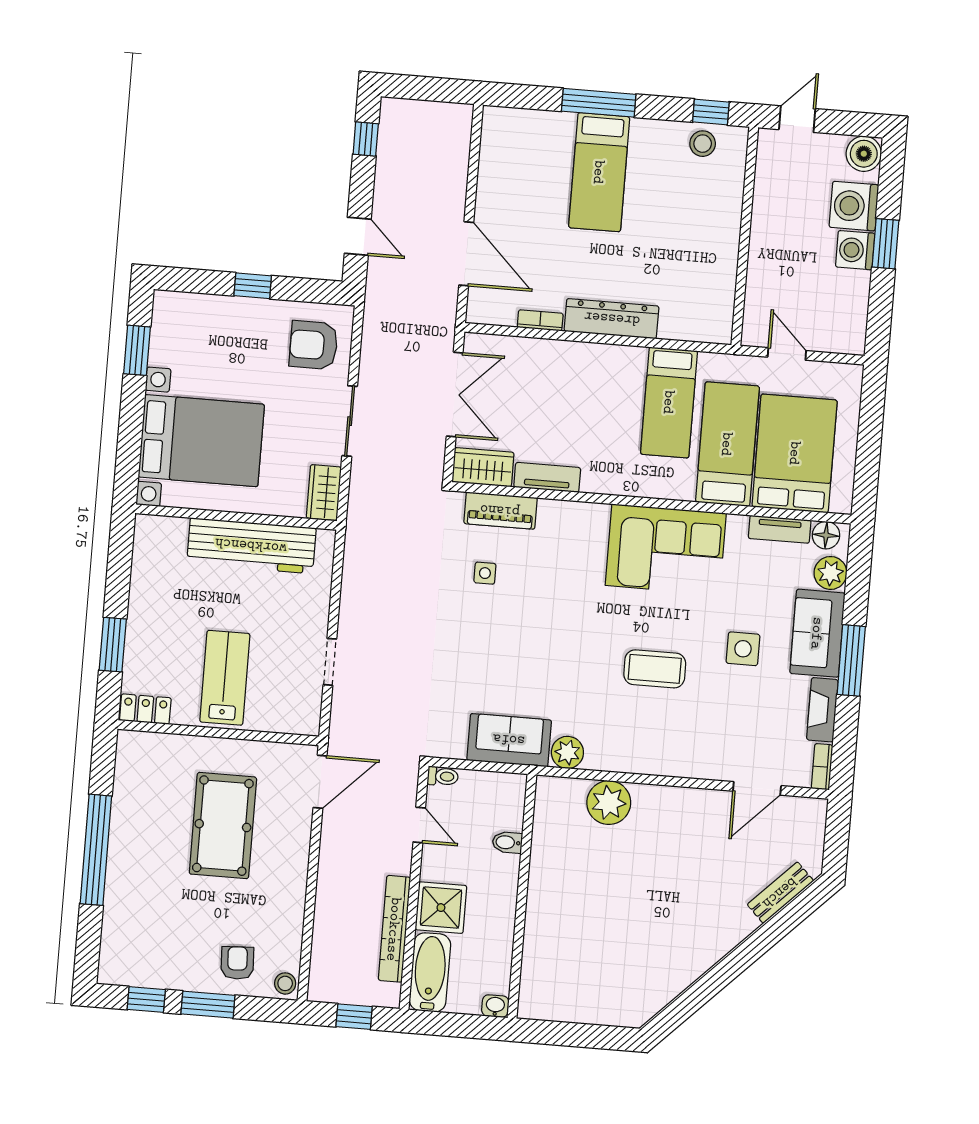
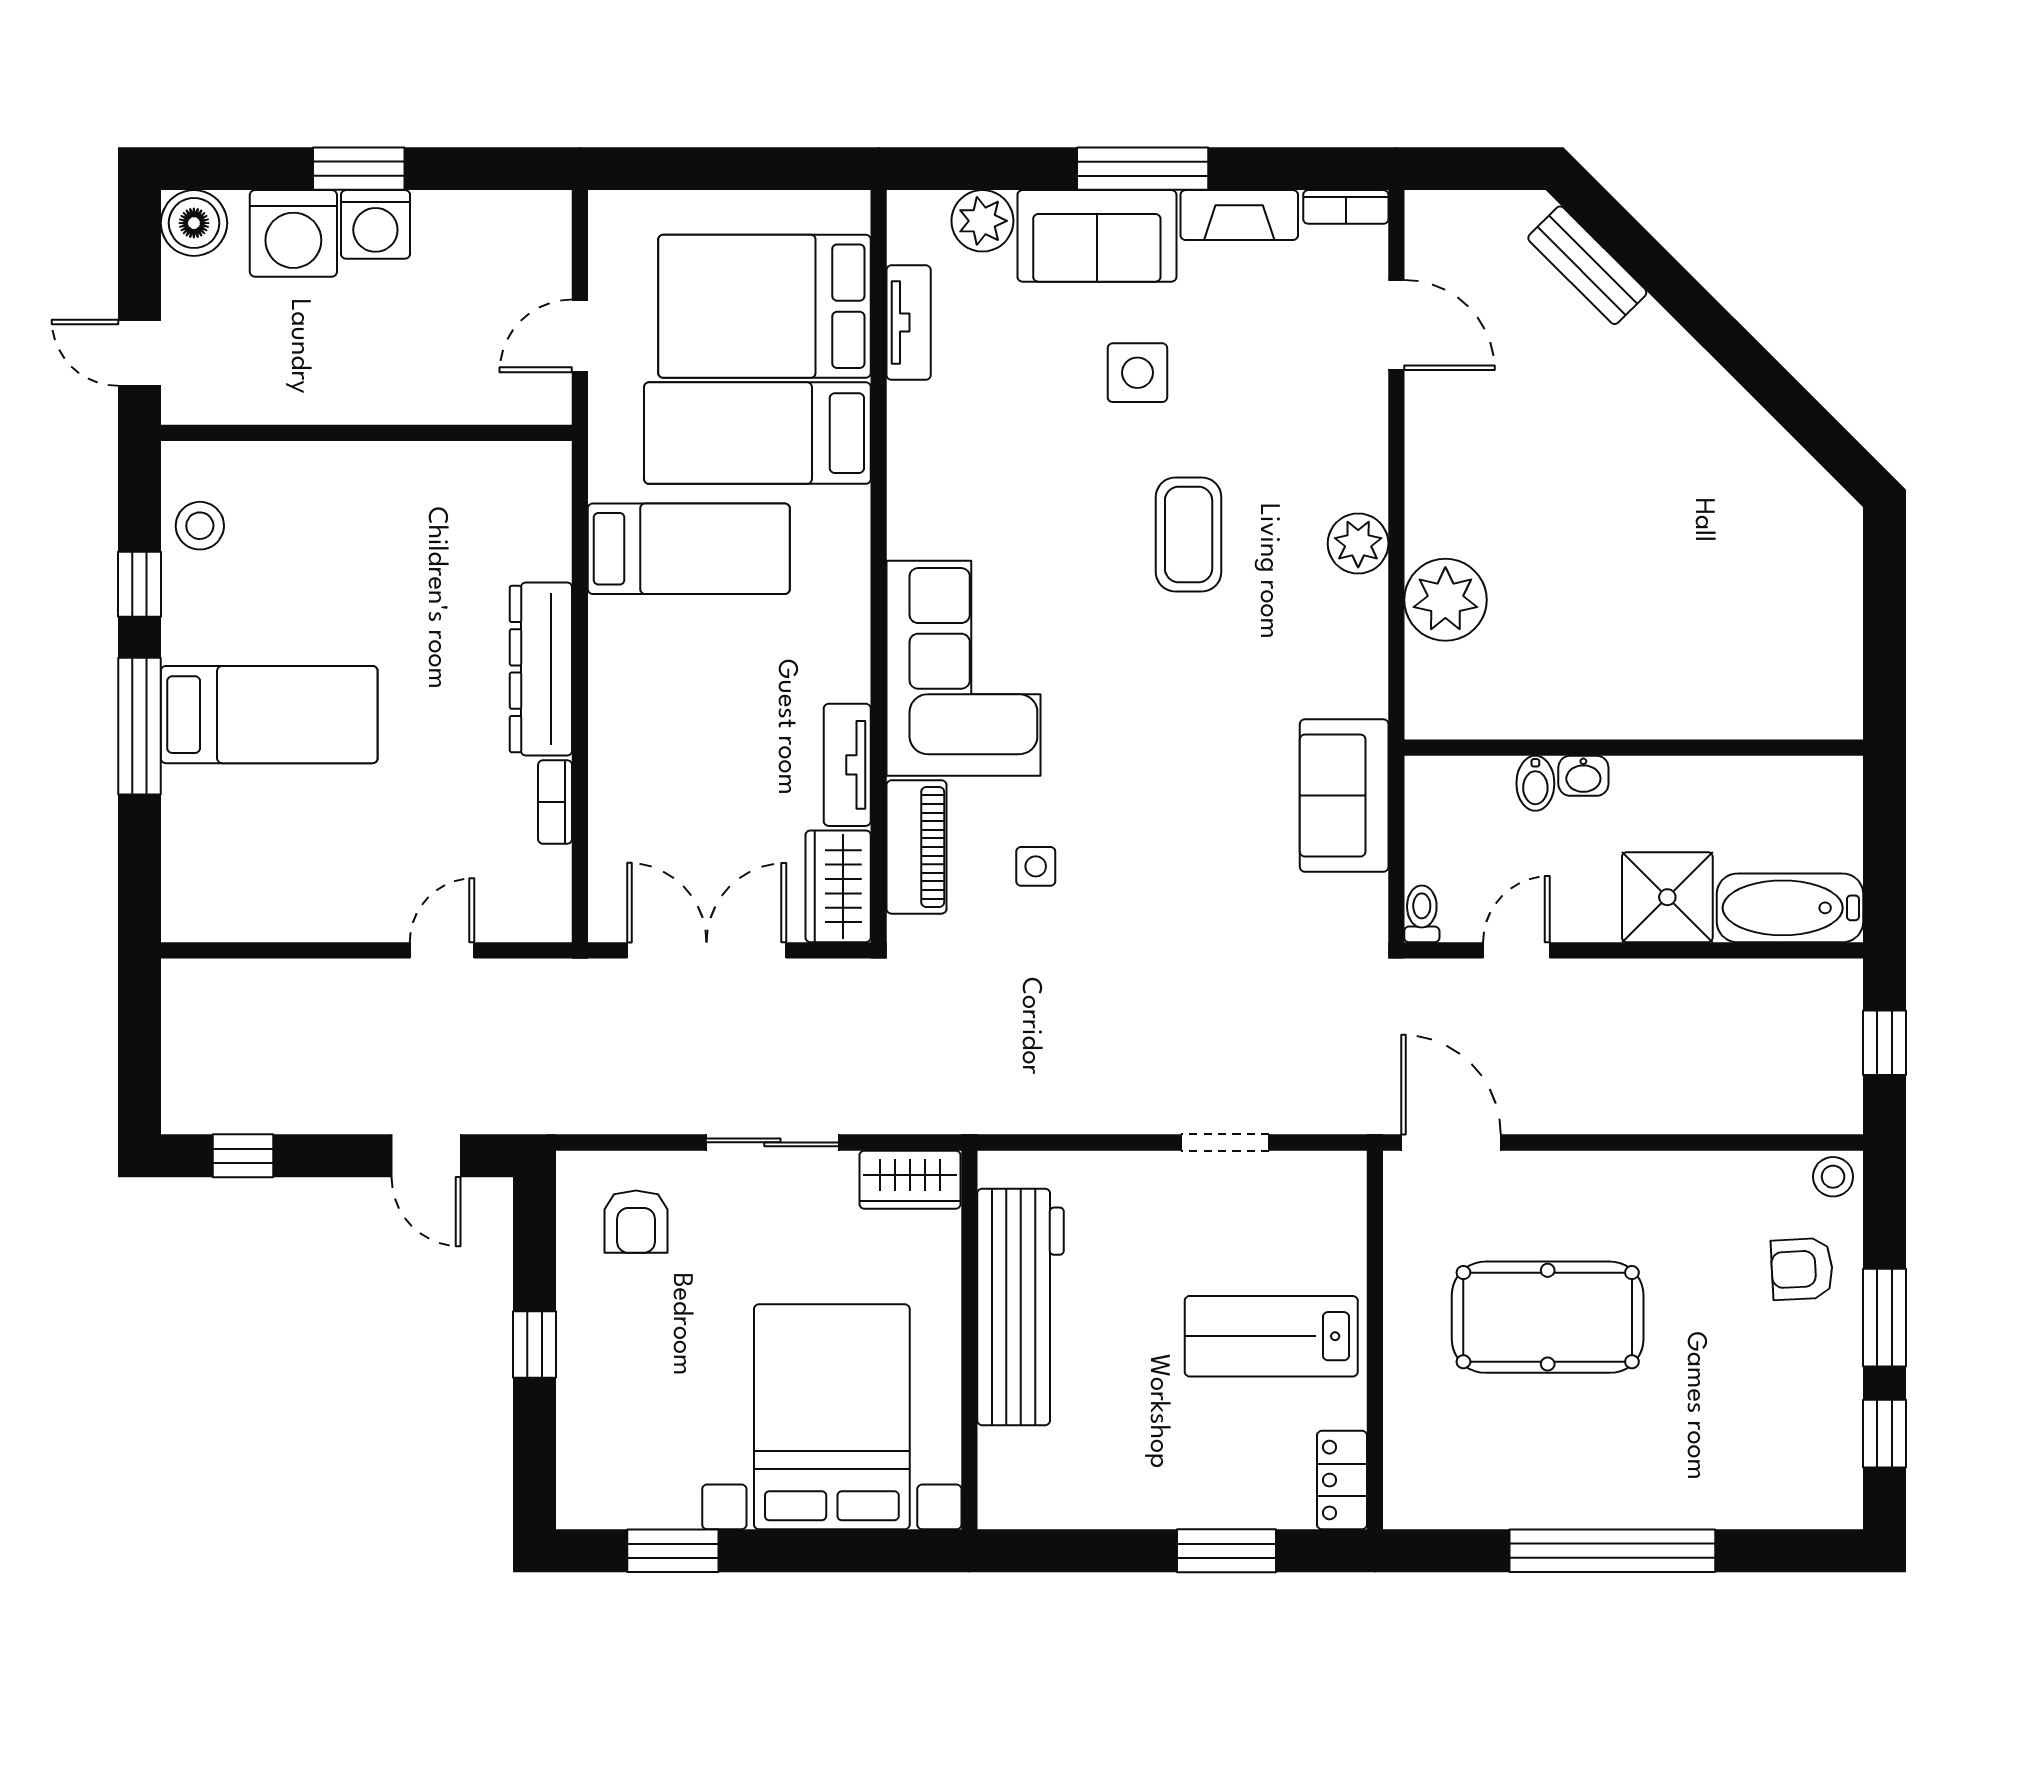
window: (711, 112) -> (140, 584), moved
door: (358, 236) -> (426, 1156), swing flipped
door: (466, 254) -> (442, 950), width x0.53
armchair: (314, 345) -> (636, 1222), width x0.72, depth x0.72
floor lamp: (826, 535) -> (912, 235), removed
corner sofa: (666, 549) -> (963, 668), moved
plant: (567, 752) -> (1358, 543), moved
bookcase: (394, 929) -> (1714, 981), removed
washbasin: (495, 1006) -> (1583, 776), moved, turned -90

